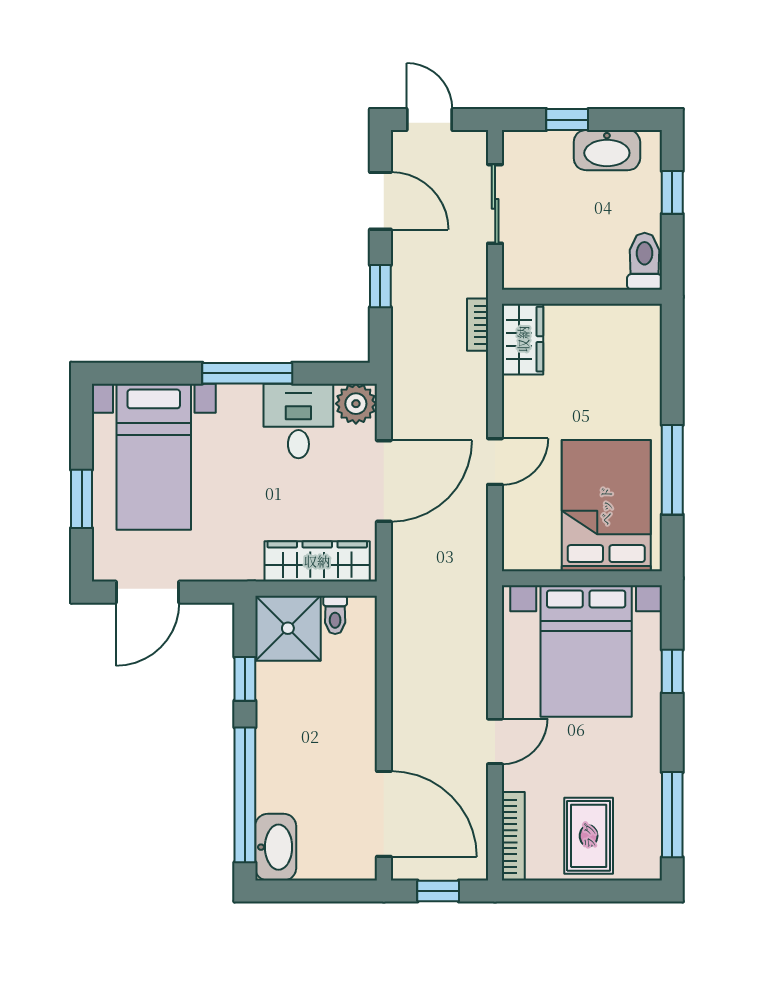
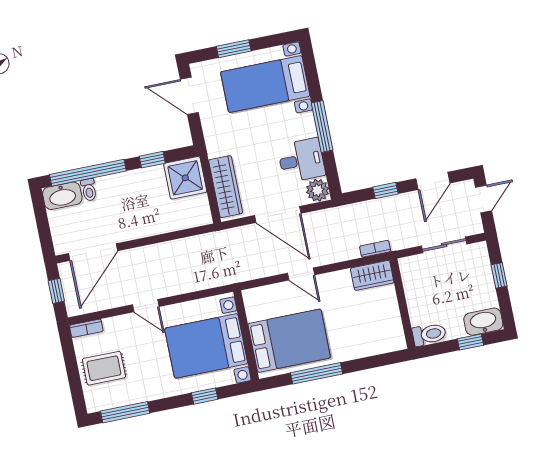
washbasin: (607, 150) -> (483, 322), moved, turned 90
toilet: (335, 615) -> (89, 190), moved, turned -90
bookcase: (513, 836) -> (86, 328), width x0.64

